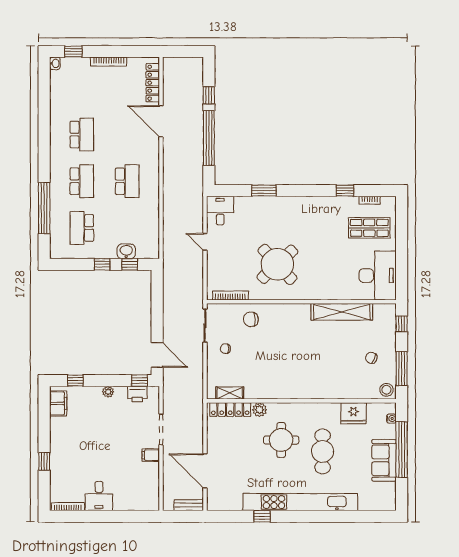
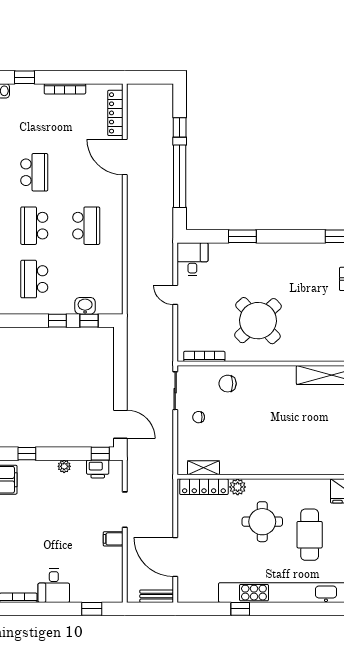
school desk: (82, 181) -> (34, 226), turned 180
window: (132, 516) -> (92, 609), added

